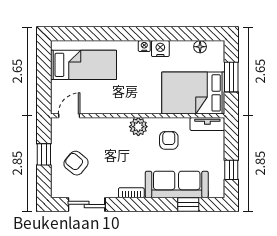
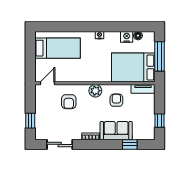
nightstand: (160, 49) -> (127, 37), moved
window: (231, 77) -> (160, 56), width x1.44
window: (44, 154) -> (30, 121), moved
armchair: (76, 163) -> (69, 102), moved, turned -129
sofa: (177, 184) -> (116, 131), width x0.73

